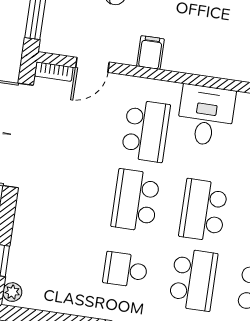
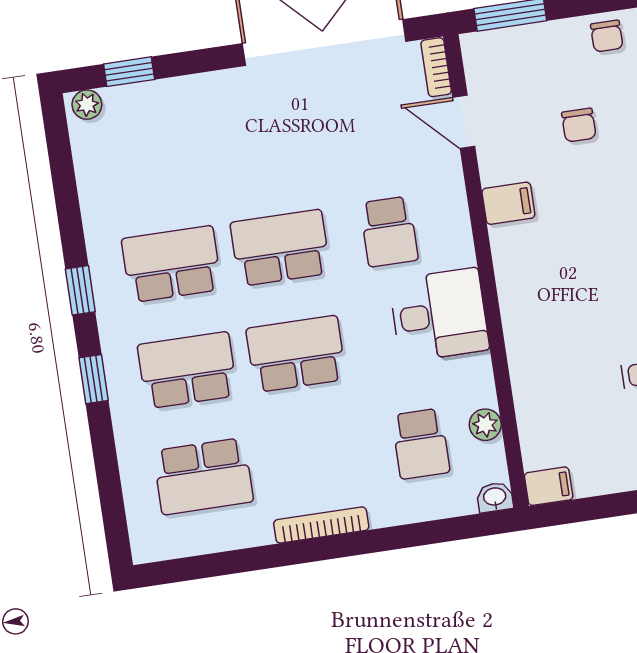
school desk: (146, 131) -> (389, 232), width x0.54
school desk: (125, 270) -> (172, 264), width x1.85
school desk: (193, 280) -> (187, 370), turned 180

